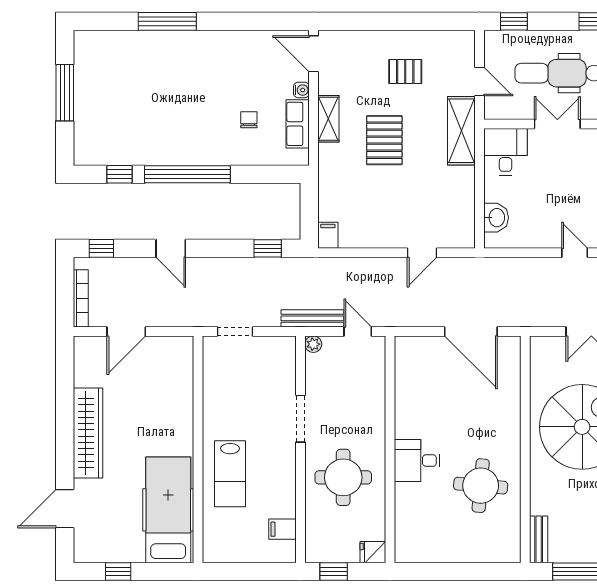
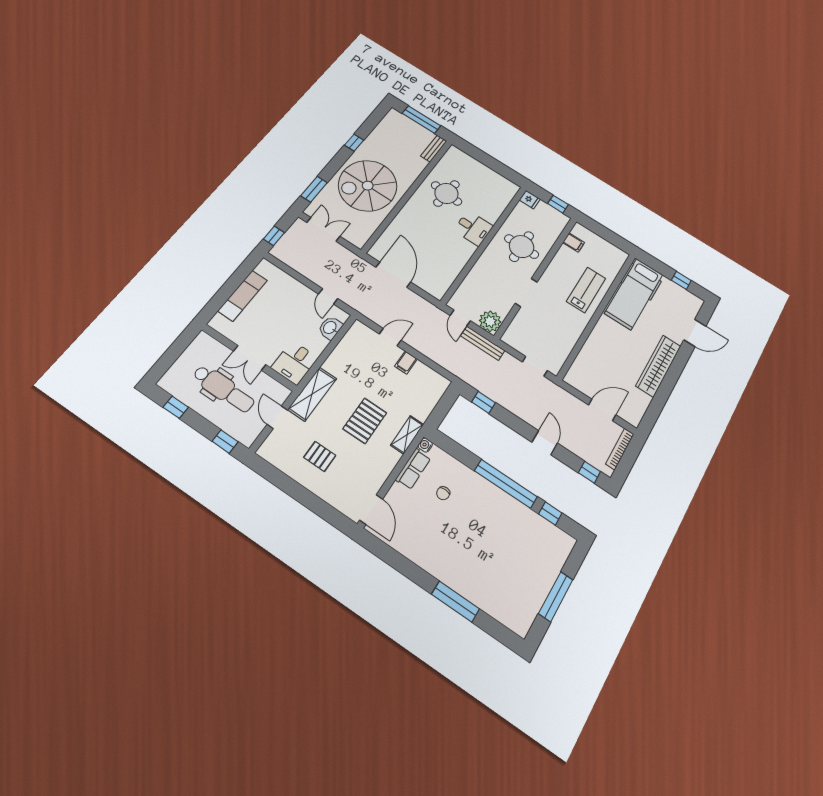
water cooler: (301, 90) -> (425, 445), moved
shelving: (328, 119) -> (407, 435), moved
filing cabinet: (328, 235) -> (406, 363), moved
door: (575, 253) -> (328, 296), moved
plant: (313, 344) -> (490, 321), width x1.87, depth x1.87

